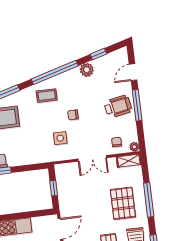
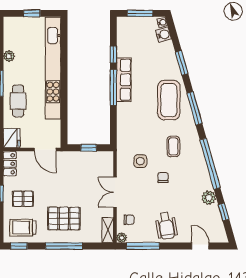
coffee table: (47, 96) -> (173, 146), moved
window: (137, 105) -> (143, 246), moved

